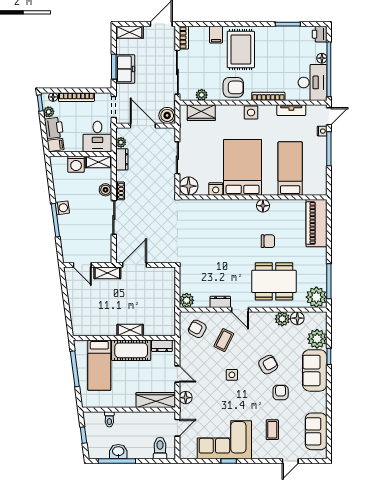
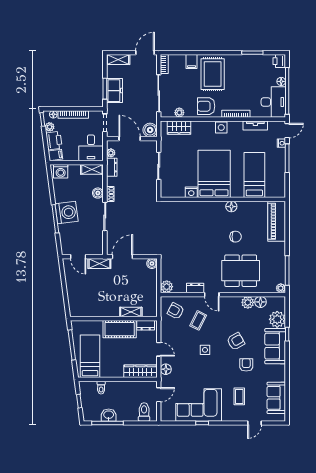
armchair: (233, 87) -> (206, 106), turned 180
washing machine: (76, 164) -> (61, 171), moved
floor lamp: (189, 186) -> (168, 190), removed
washing machine: (62, 208) -> (67, 212), width x1.89, depth x1.89
boiler: (169, 273) -> (152, 264), added
plant: (316, 297) -> (281, 288), width x0.53, depth x0.53
shelving: (130, 330) -> (131, 312), moved
bed: (99, 365) -> (90, 356), moved, turned 180

